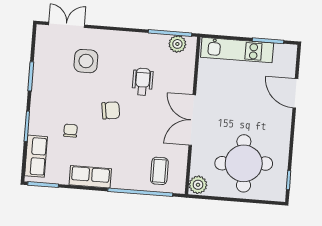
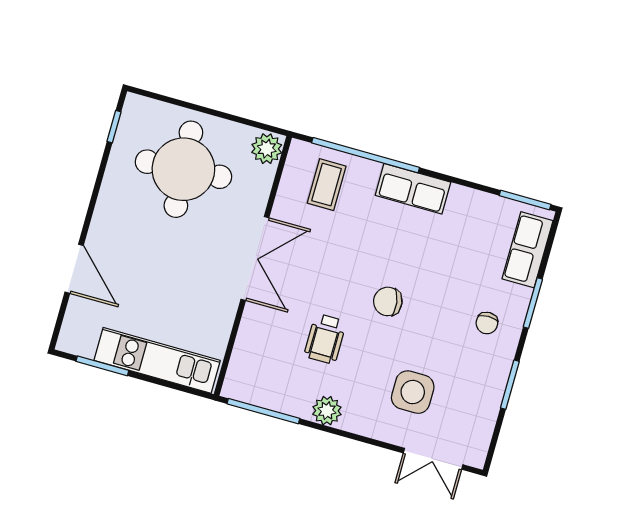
plant: (177, 44) -> (327, 411), moved
chair: (70, 131) -> (487, 323), moved
row of seats: (90, 177) -> (413, 189), moved

